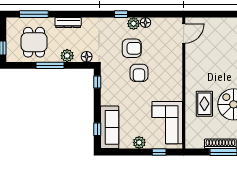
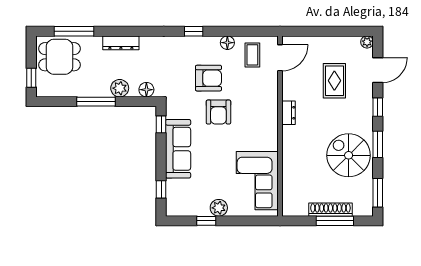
plant: (134, 24) -> (211, 44), removed
coffee table: (164, 31) -> (252, 55), added
dining table: (34, 42) -> (60, 57), moved, turned 90
dresser: (190, 73) -> (288, 113), added
rug: (204, 104) -> (334, 81), moved
sofa: (110, 127) -> (178, 149), moved
window: (159, 152) -> (206, 221), moved

